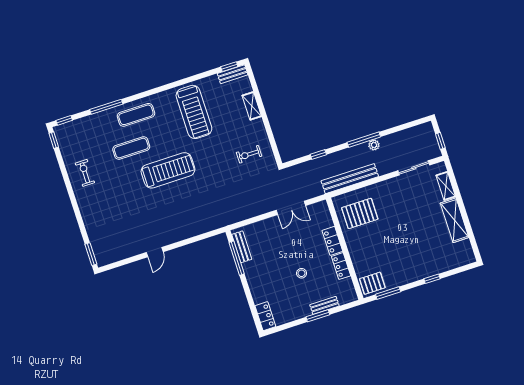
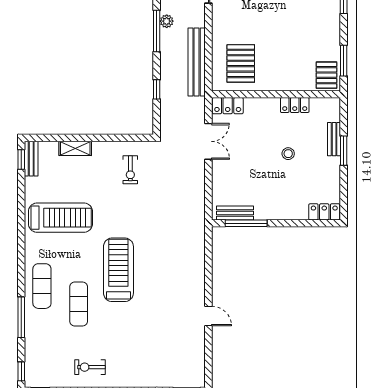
locker: (332, 241) -> (228, 106), moved

